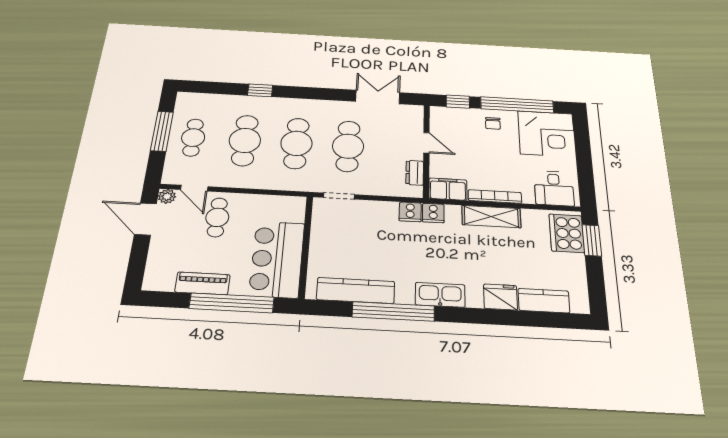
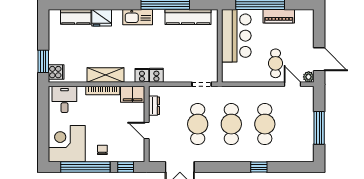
cafe table: (193, 138) -> (298, 124), removed
cooker: (567, 233) -> (56, 72), width x0.53, depth x0.76

